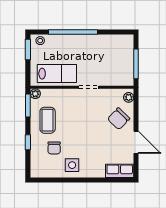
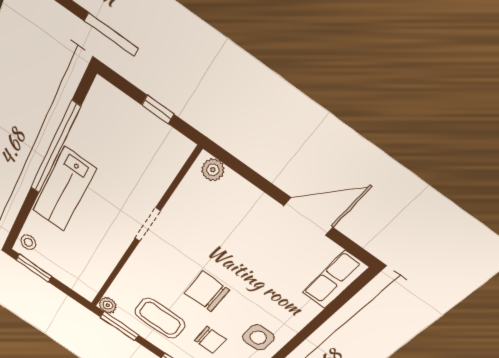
window: (73, 32) -> (55, 149), moved
window: (136, 64) -> (158, 109), width x0.46
lab bench: (57, 74) -> (64, 190), moved, turned 180
chair: (119, 119) -> (207, 292), moved, turned 136

